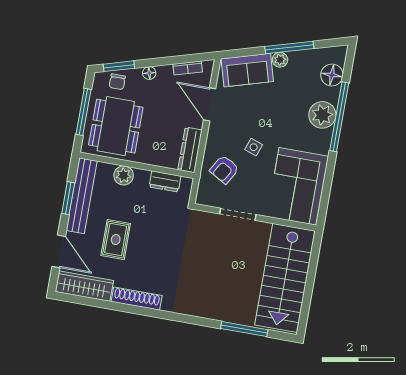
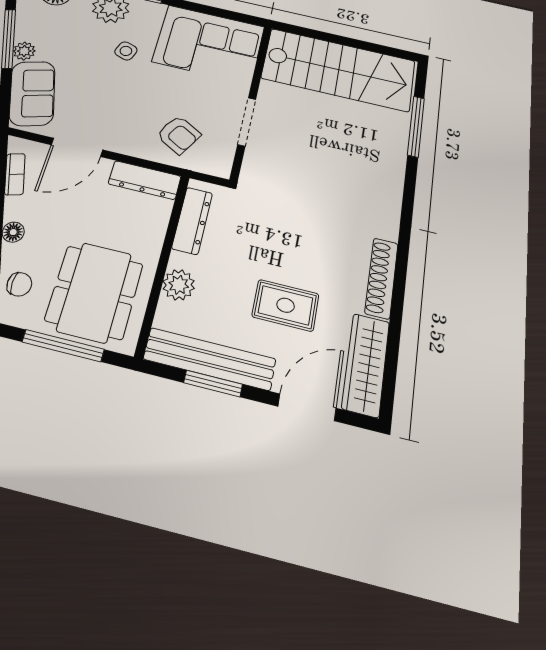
dining table: (116, 126) -> (94, 292), turned 90
side table: (254, 147) -> (126, 51), moved
dresser: (165, 181) -> (192, 221), width x1.44

